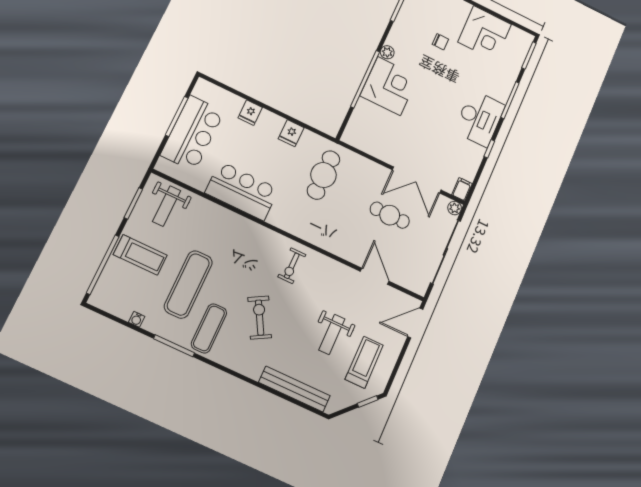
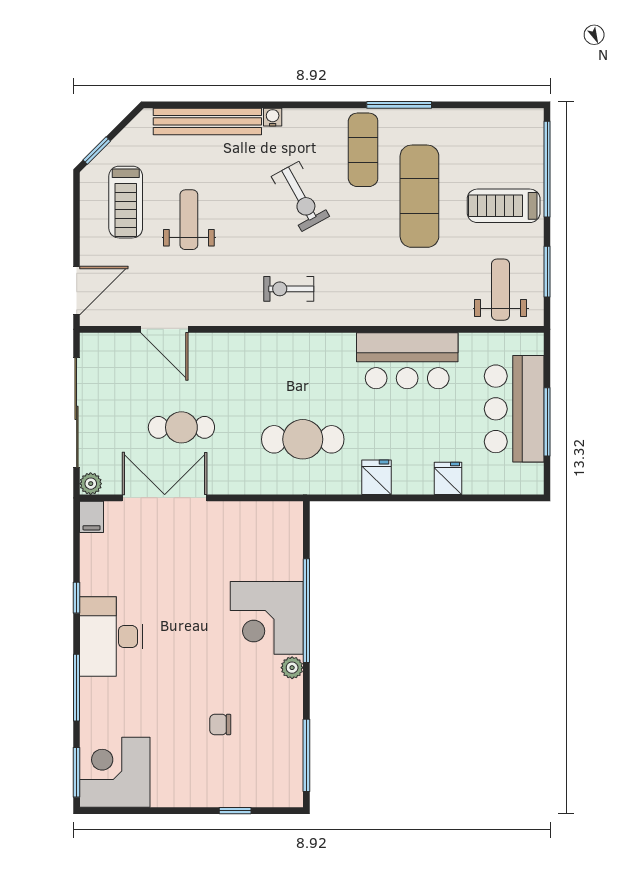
corner desk: (485, 33) -> (115, 772), moved
cafe table: (323, 175) -> (303, 439), turned 90
exercise bike: (292, 266) -> (289, 289), turned -90
water cooler: (137, 319) -> (273, 117), moved

